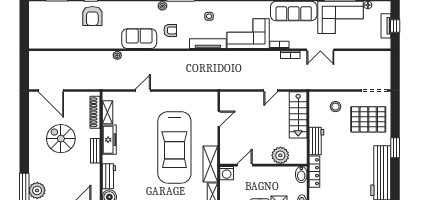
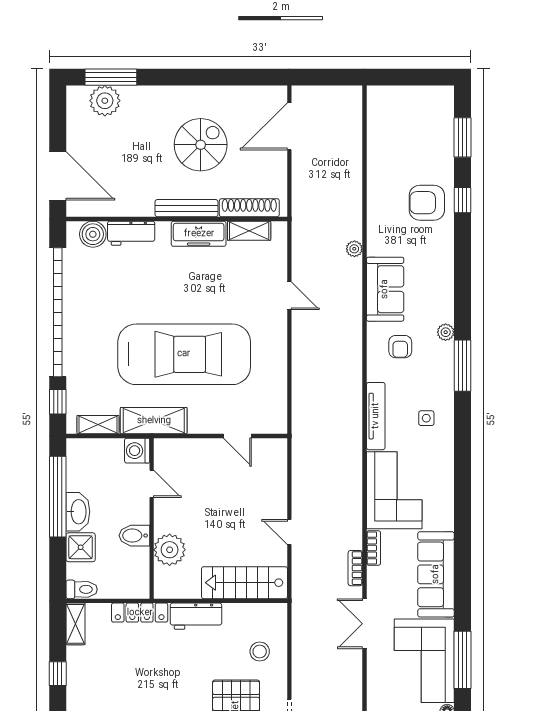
car: (174, 147) -> (184, 354), turned 180
bench: (95, 151) -> (187, 208), width x1.36
bidet: (301, 174) -> (134, 536), moved

